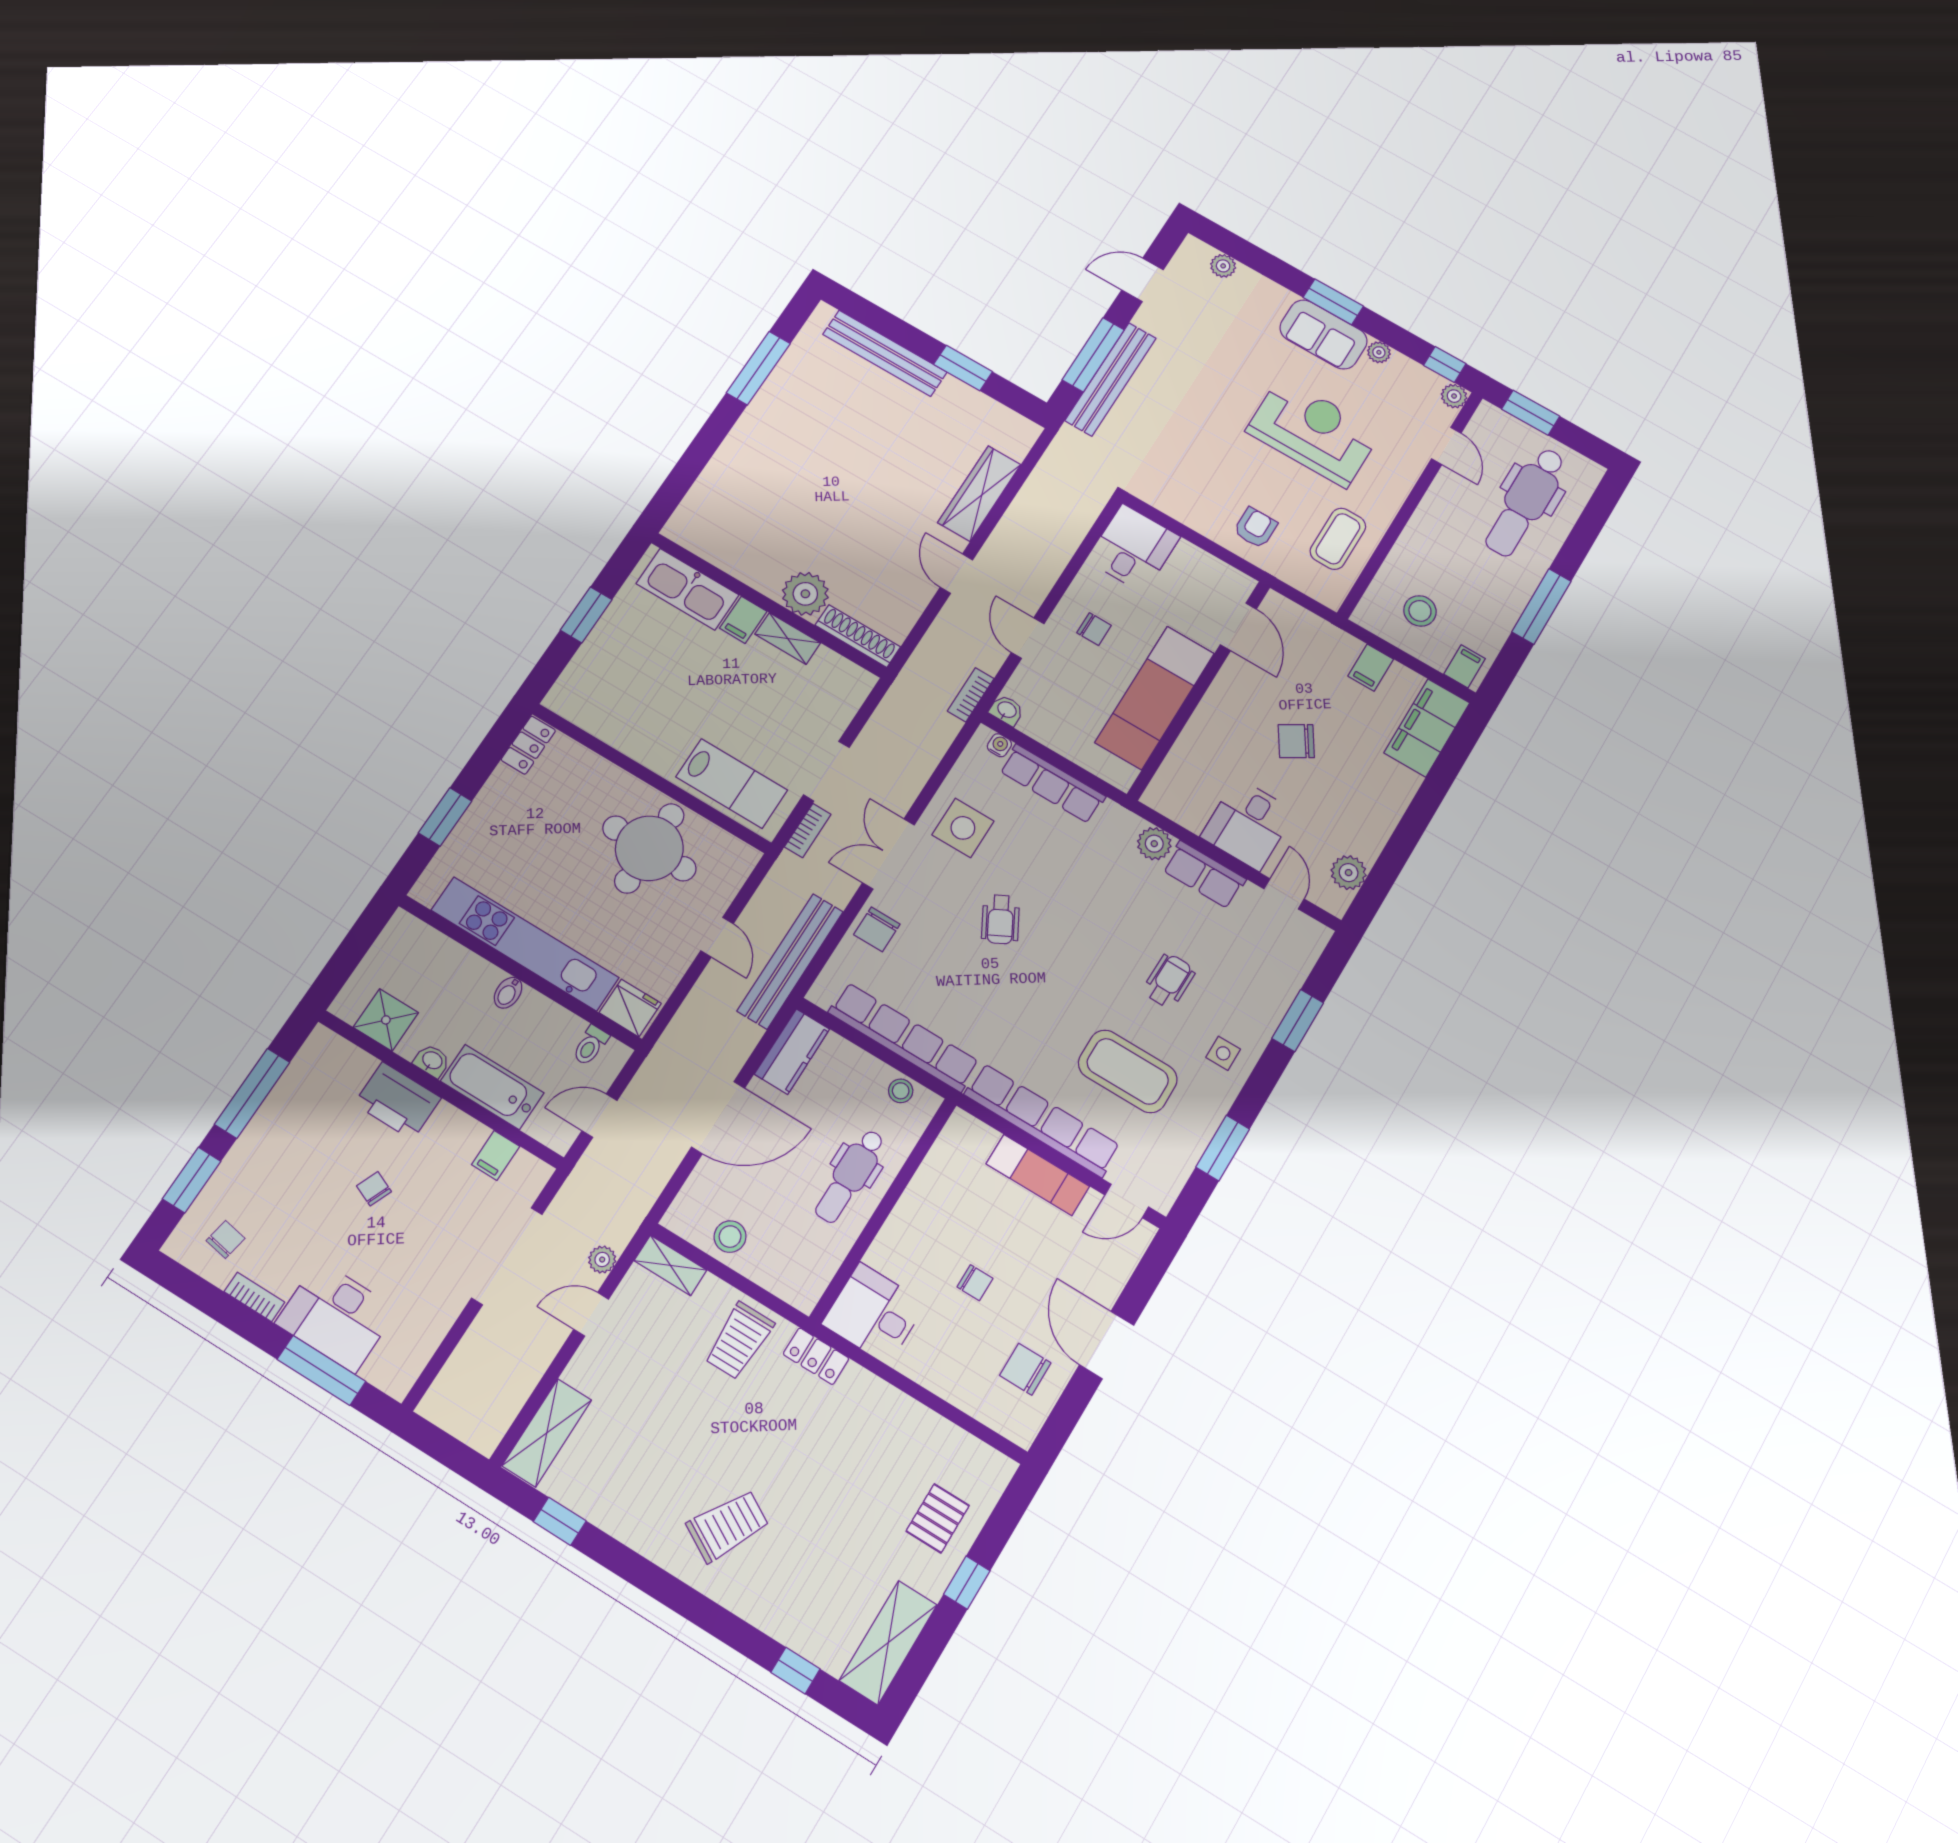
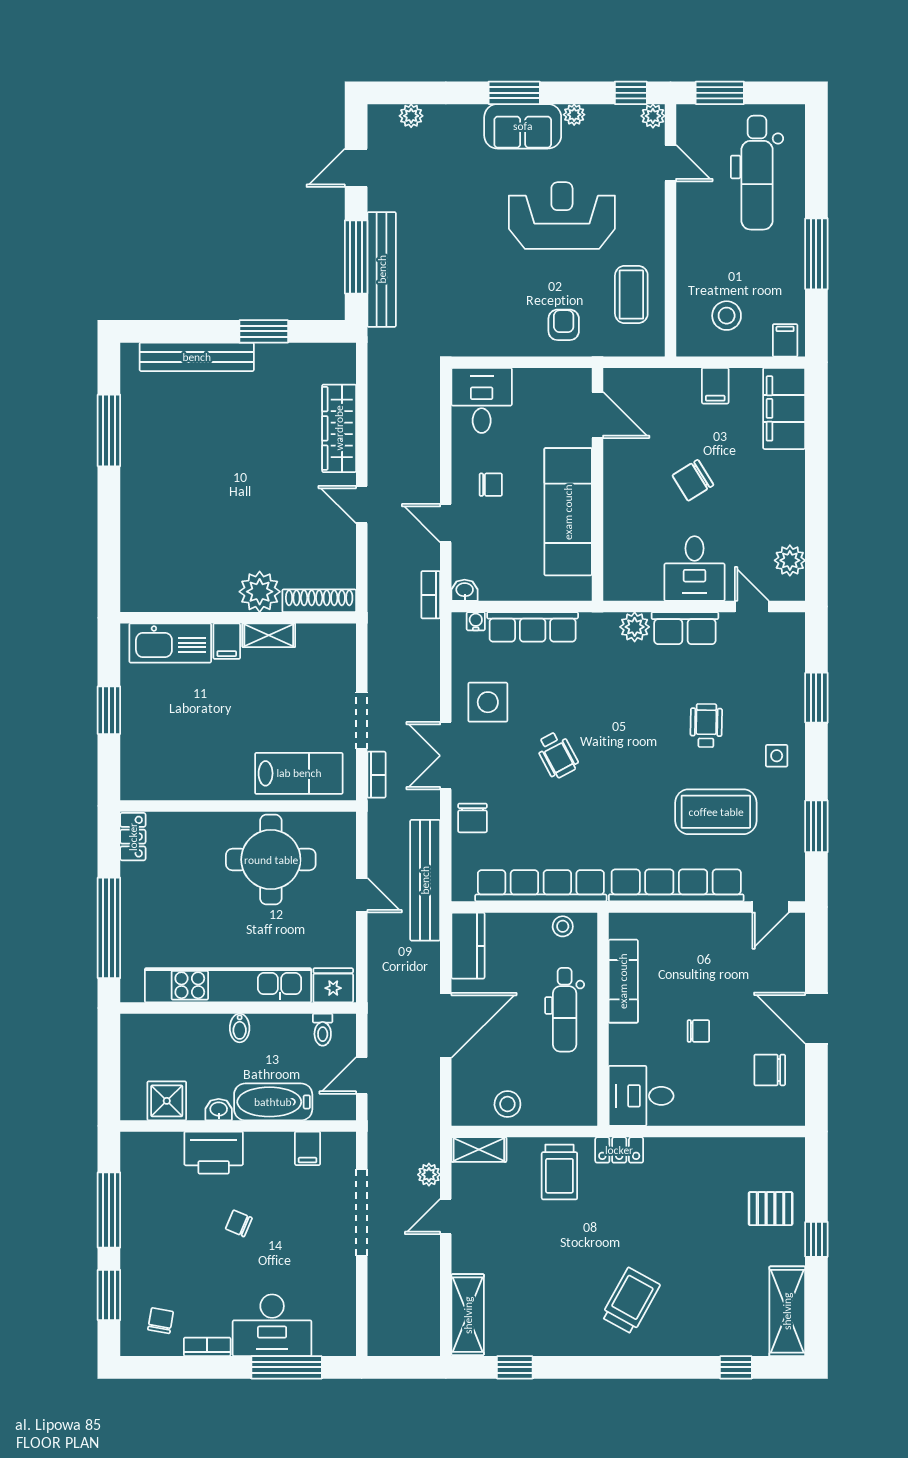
window: (445, 817) -> (109, 928), width x2.11
exam couch: (1038, 1175) -> (623, 981), moved, turned -90
pallet: (938, 1518) -> (771, 1209), turned 90

